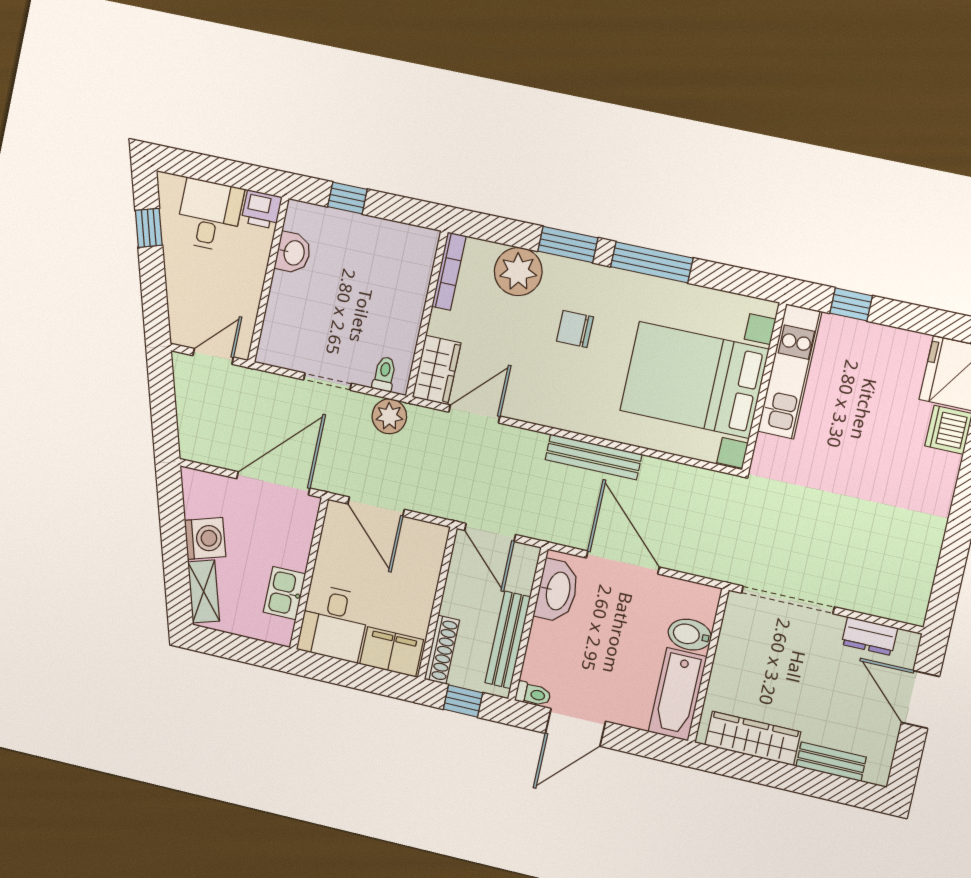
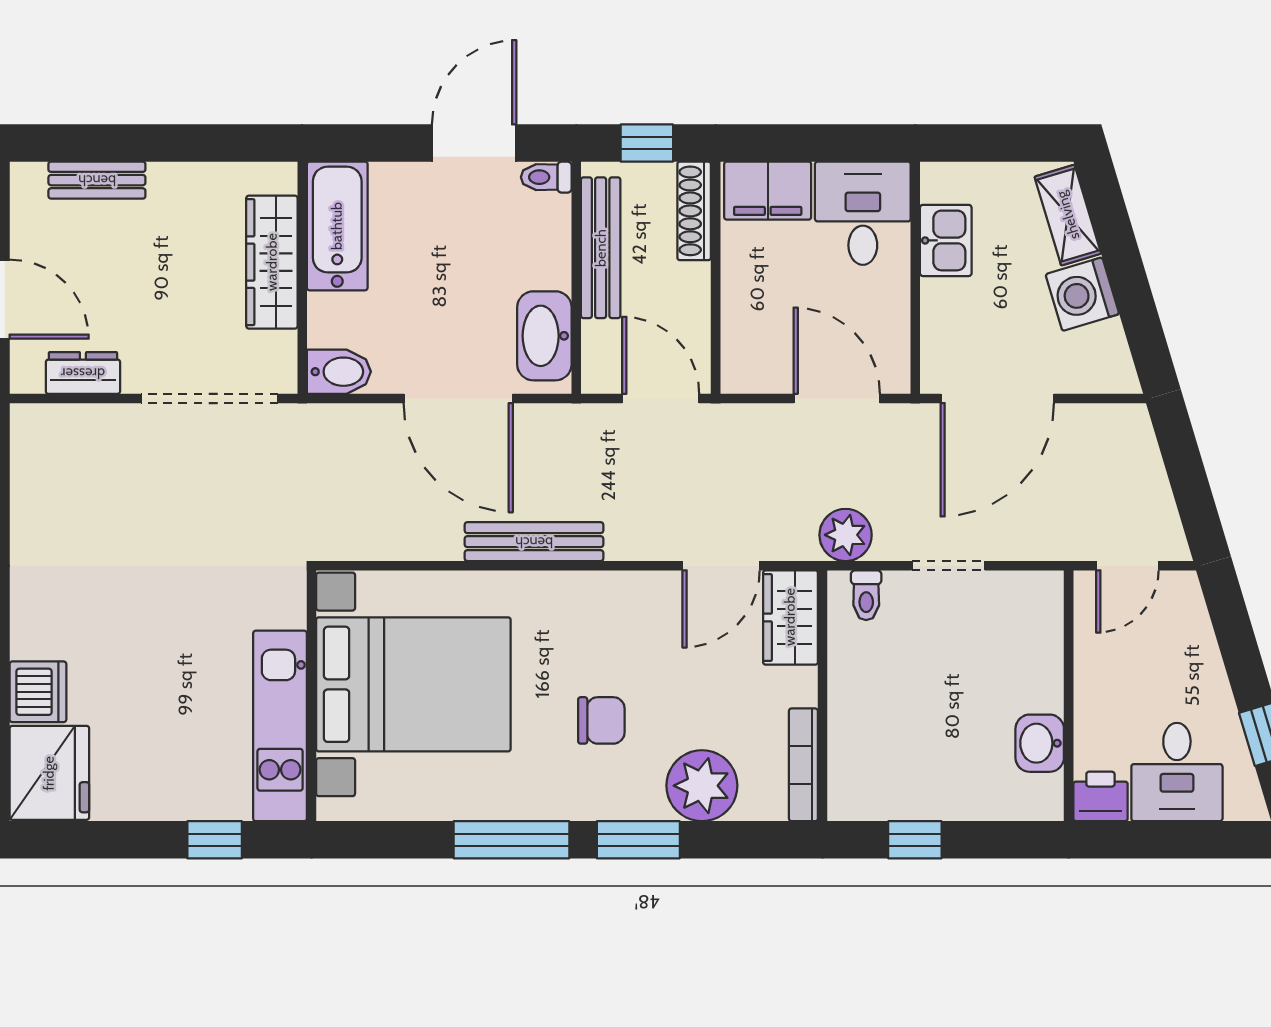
window: (347, 198) -> (915, 840), moved
bidet: (690, 635) -> (339, 372), moved
wardrobe: (753, 738) -> (272, 262), moved, turned 90

